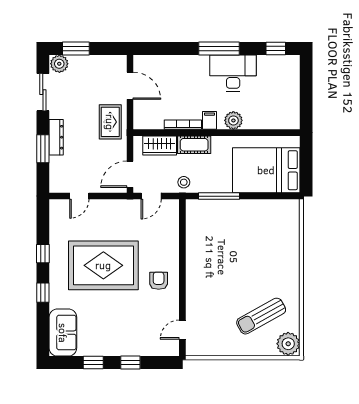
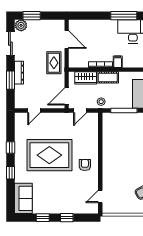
plant: (233, 120) -> (133, 62), removed

